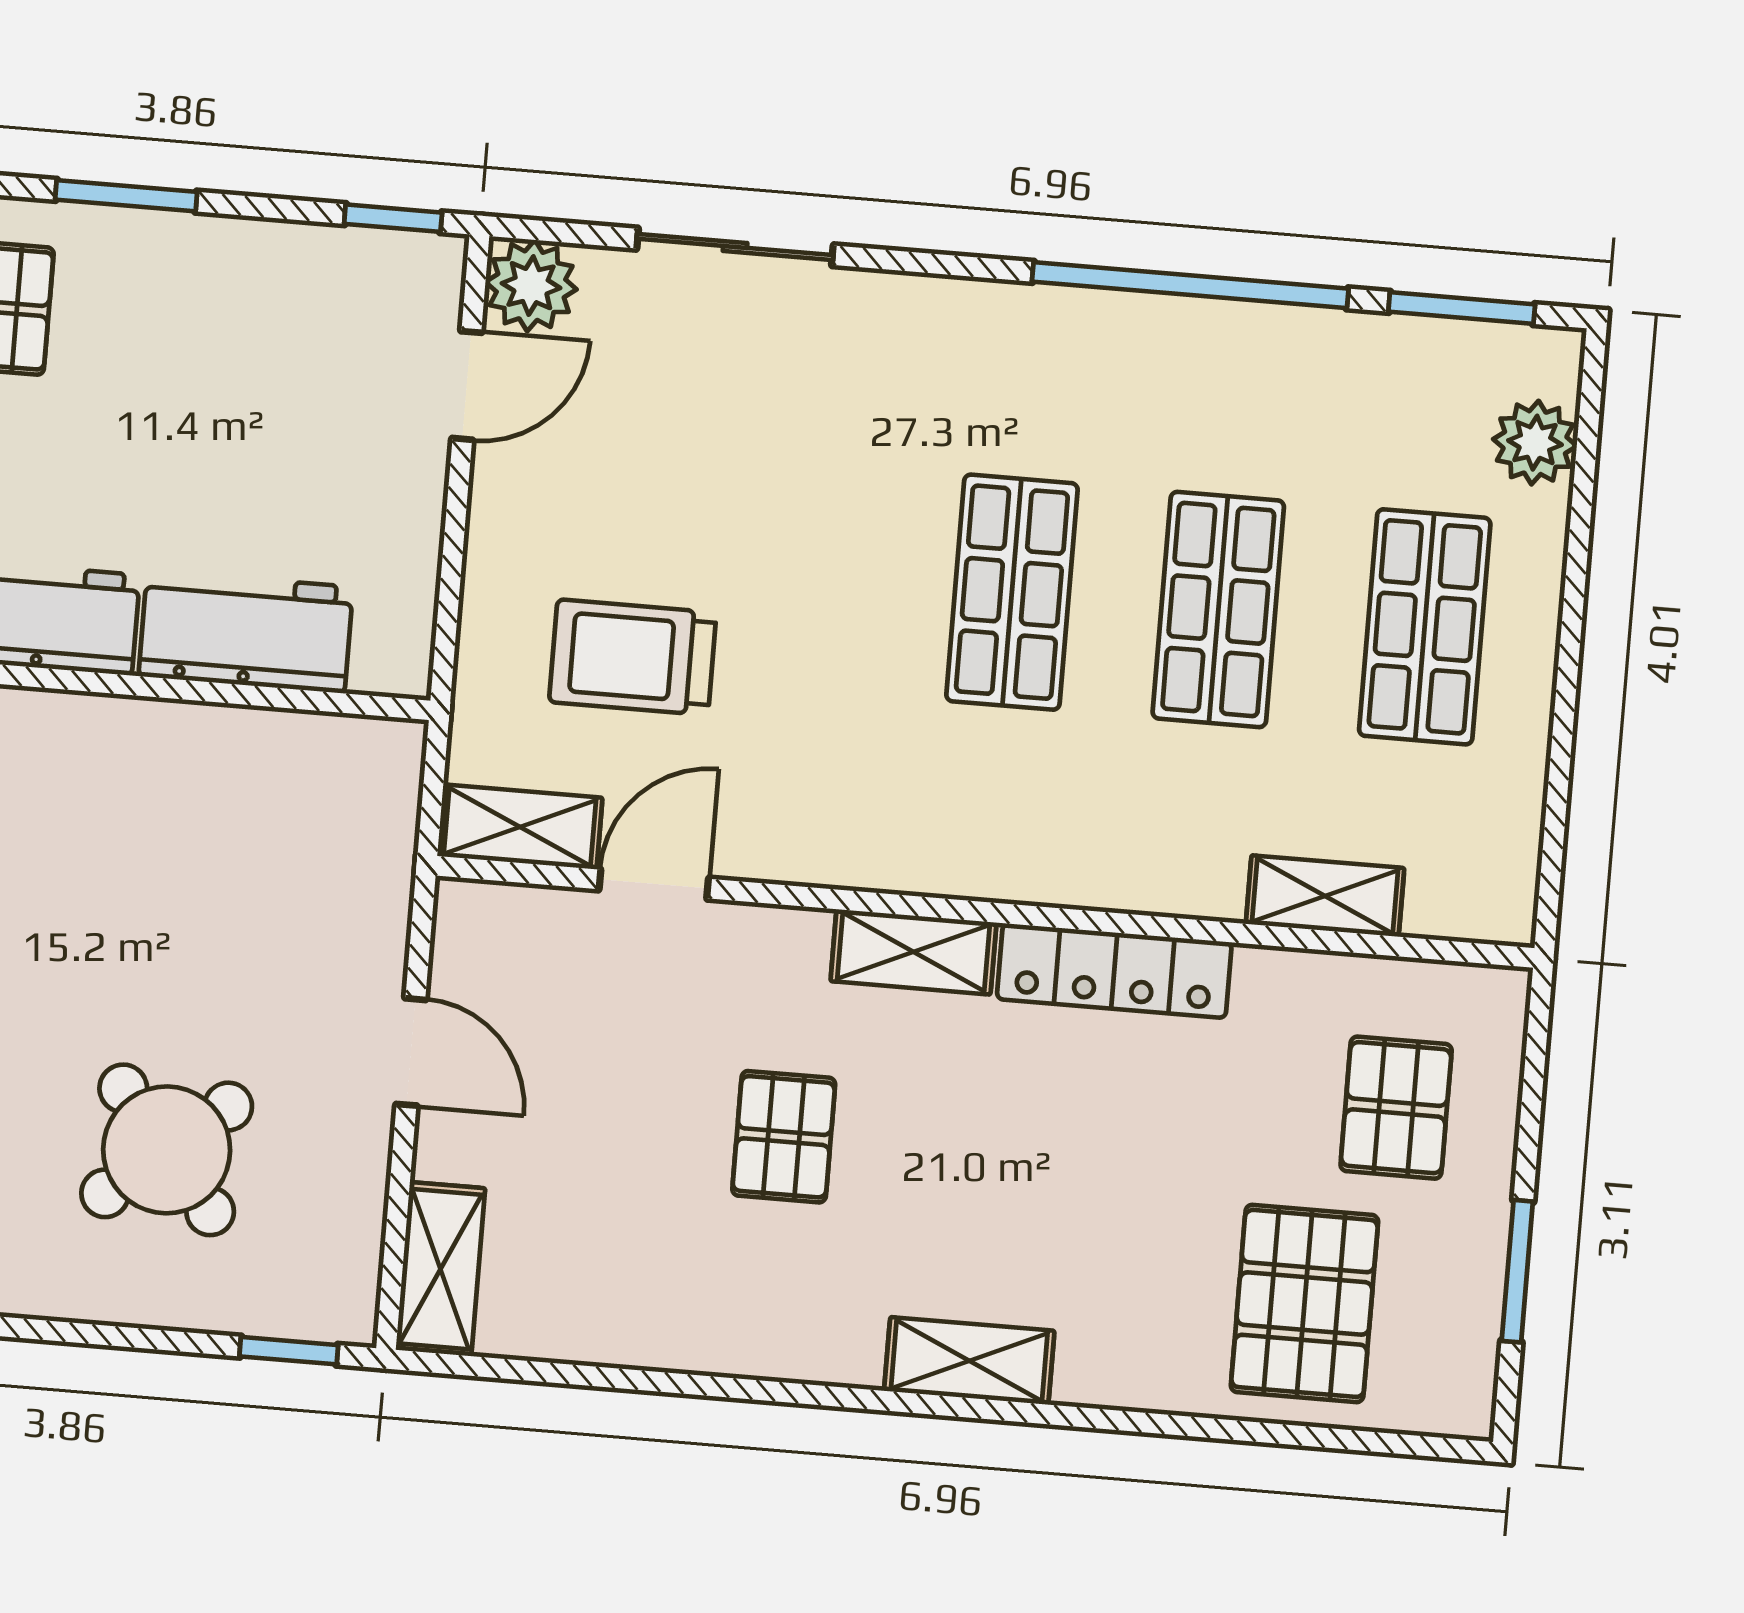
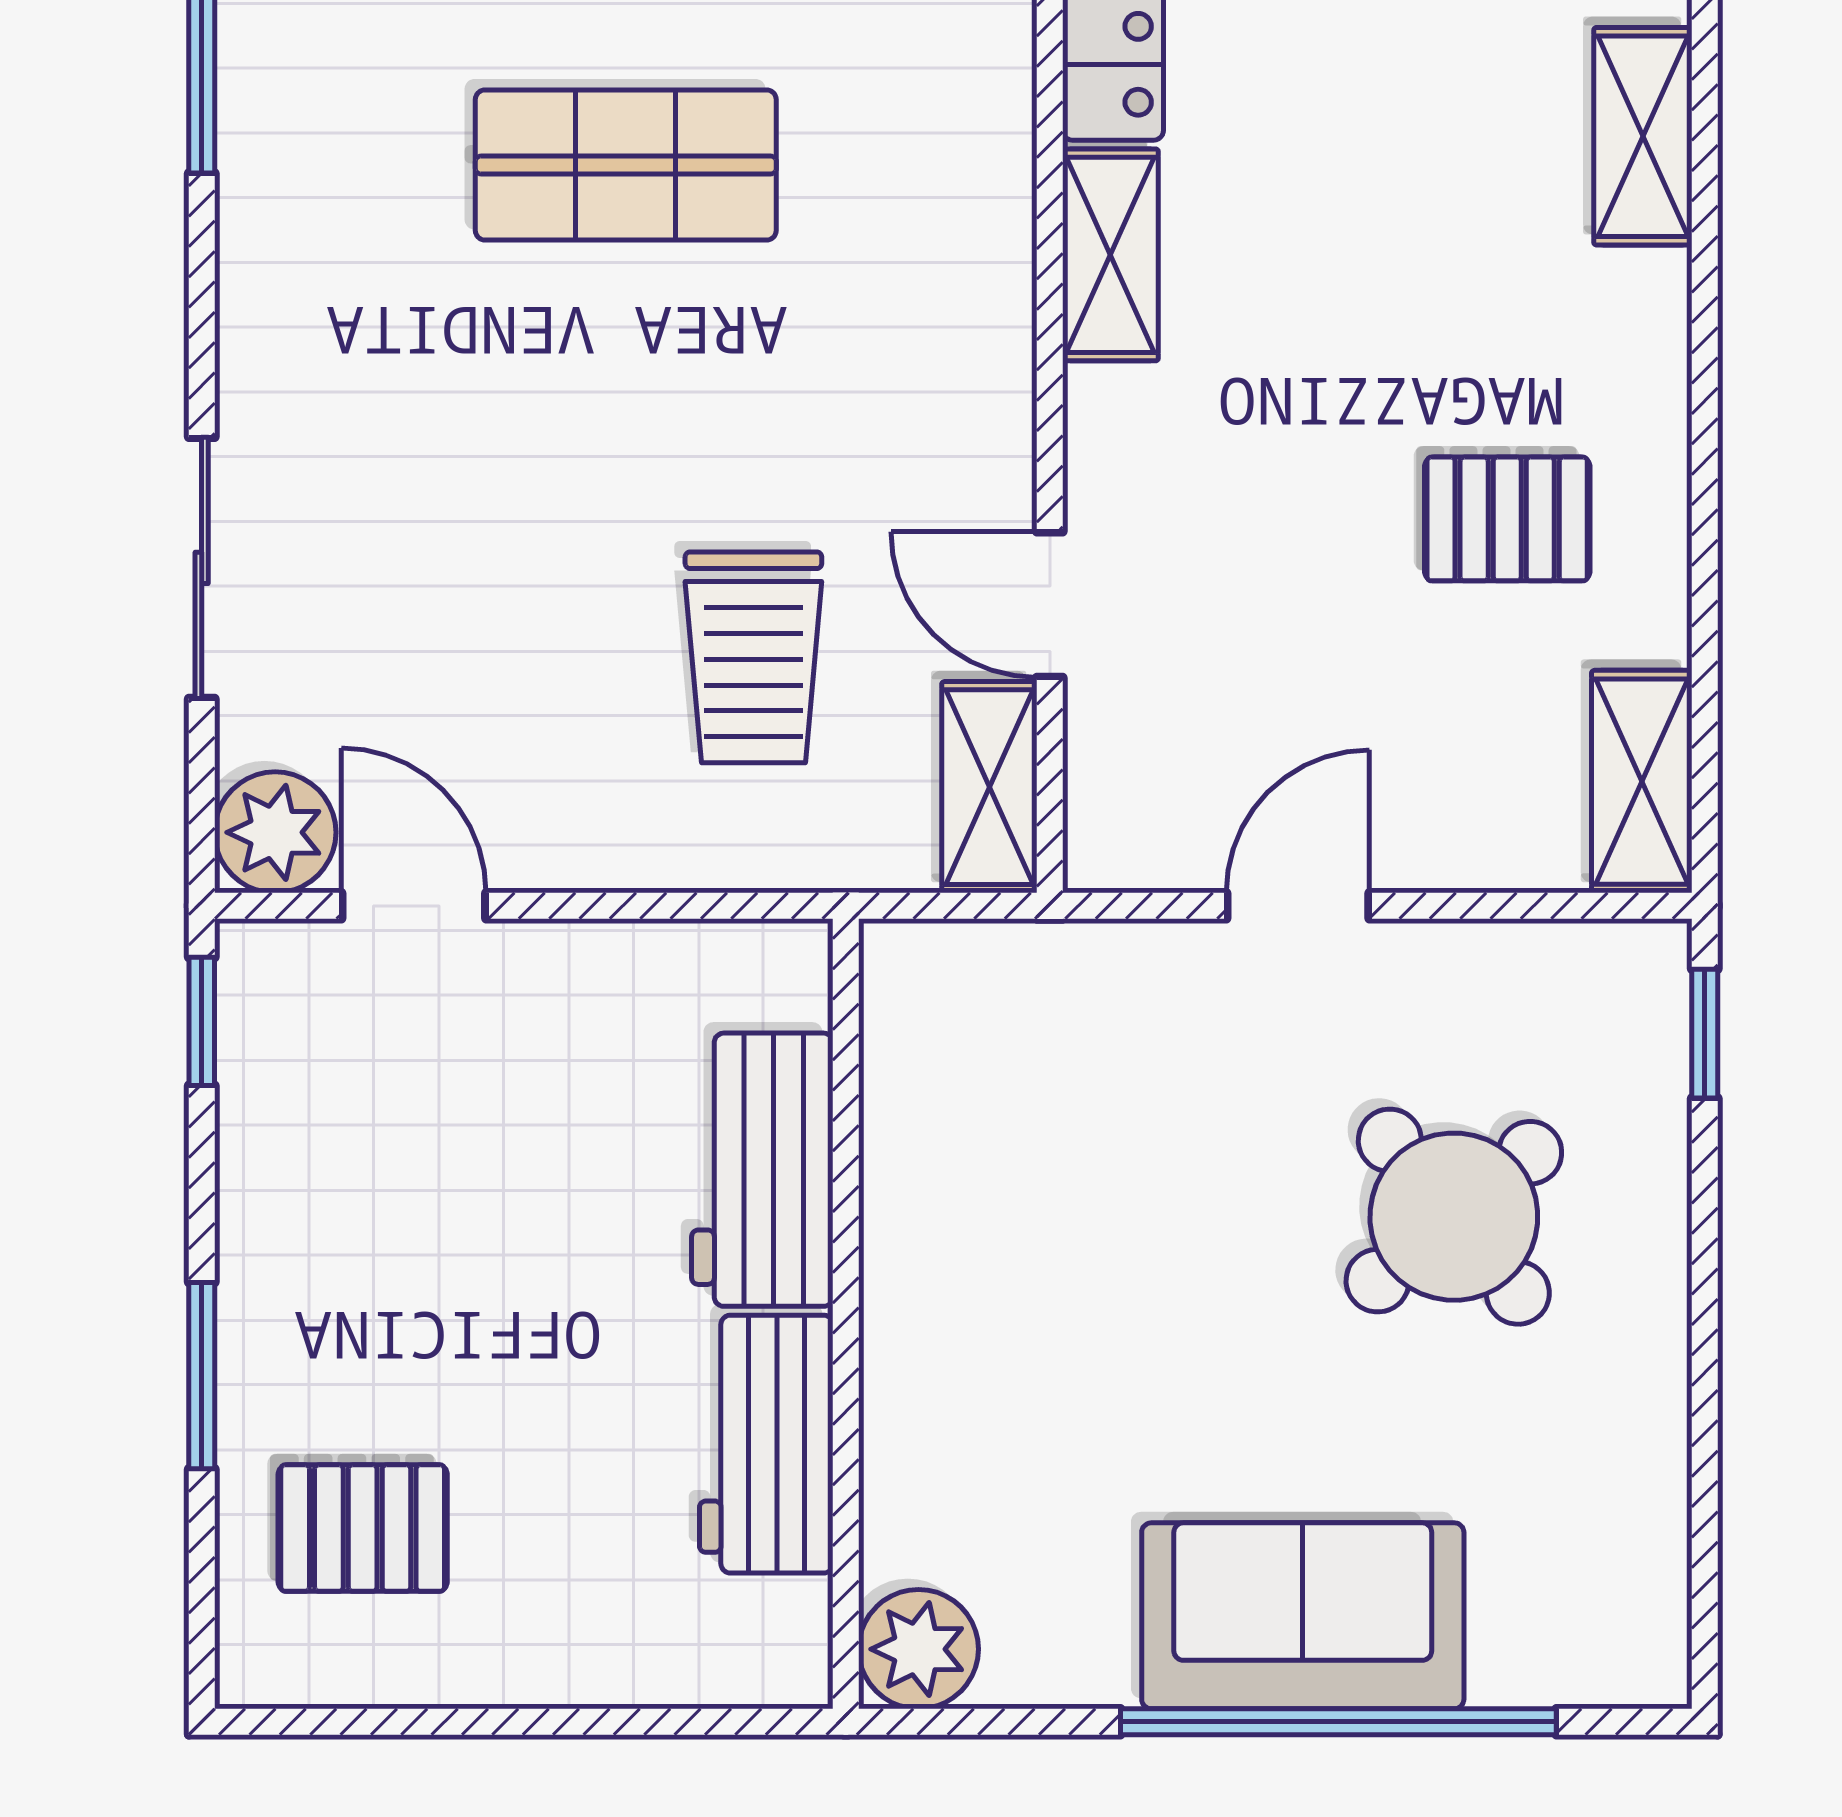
pallet: (784, 1137) -> (1507, 519), moved
shelving: (440, 1269) -> (1642, 782), moved, turned 90

